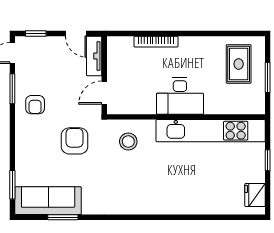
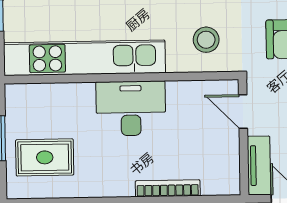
rug: (239, 64) -> (45, 157), turned 90
door: (104, 93) -> (243, 112), swing flipped

